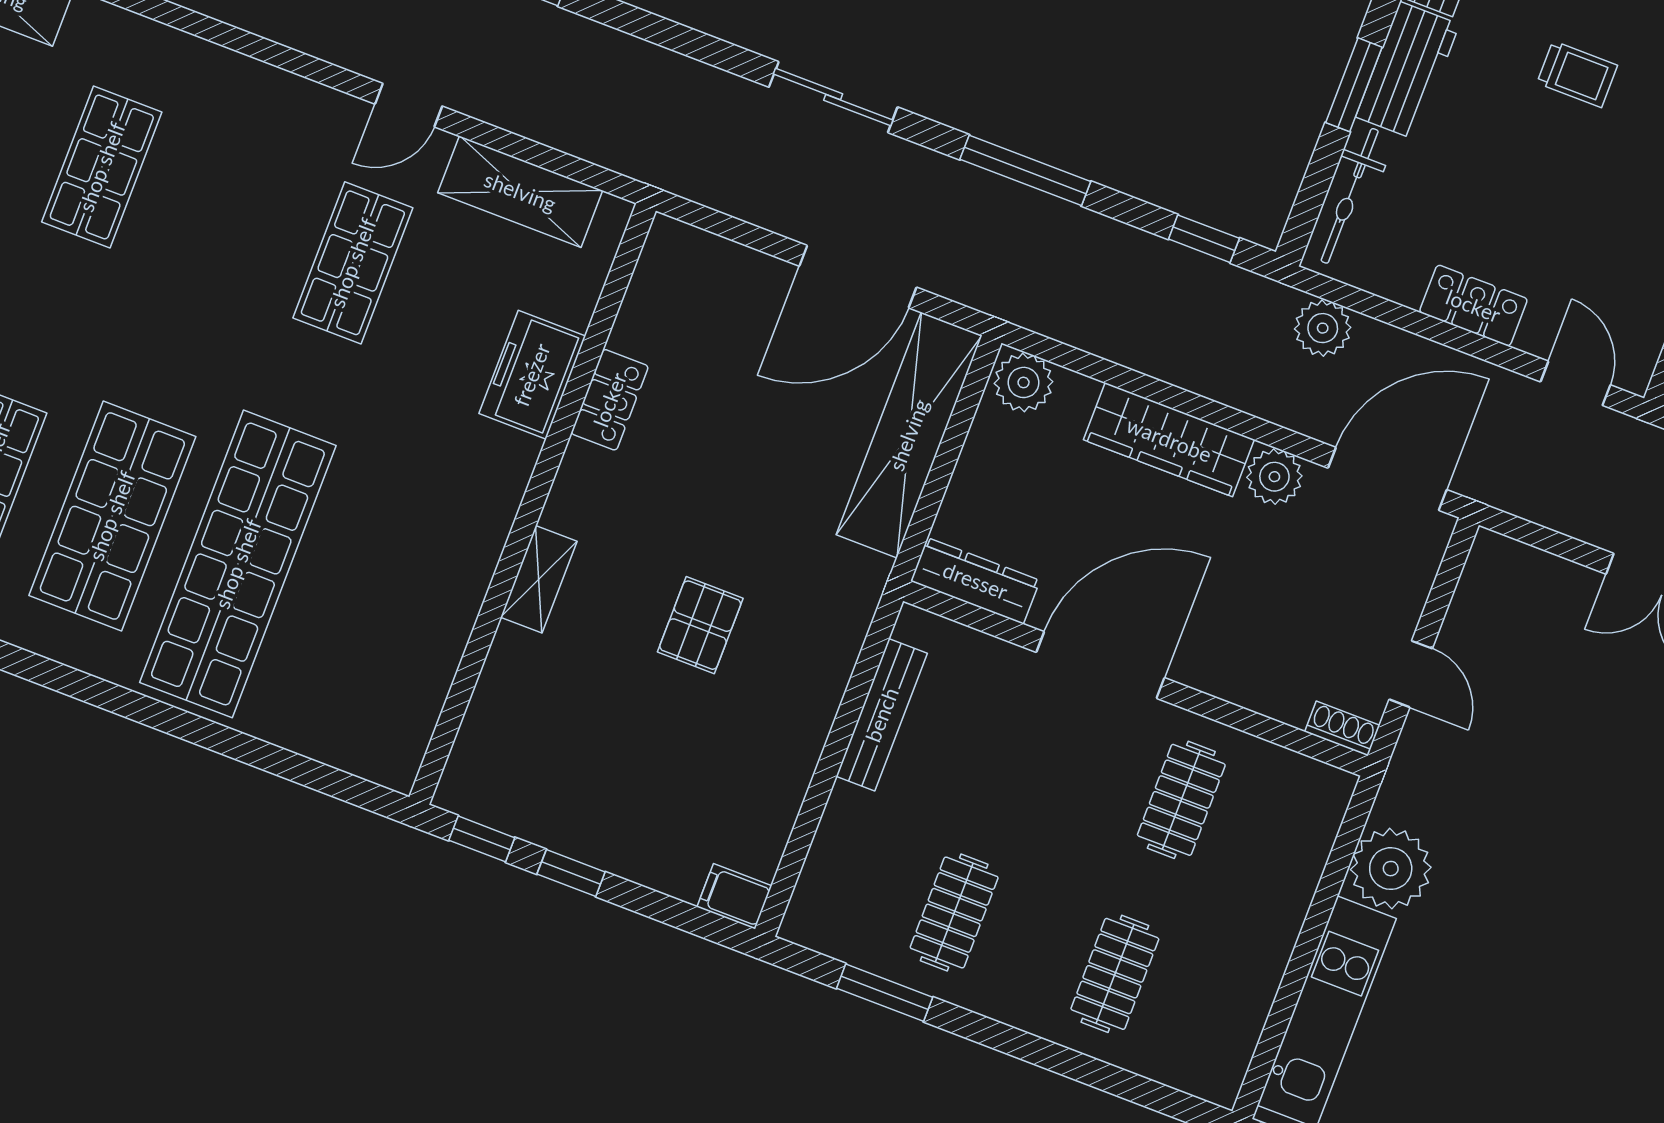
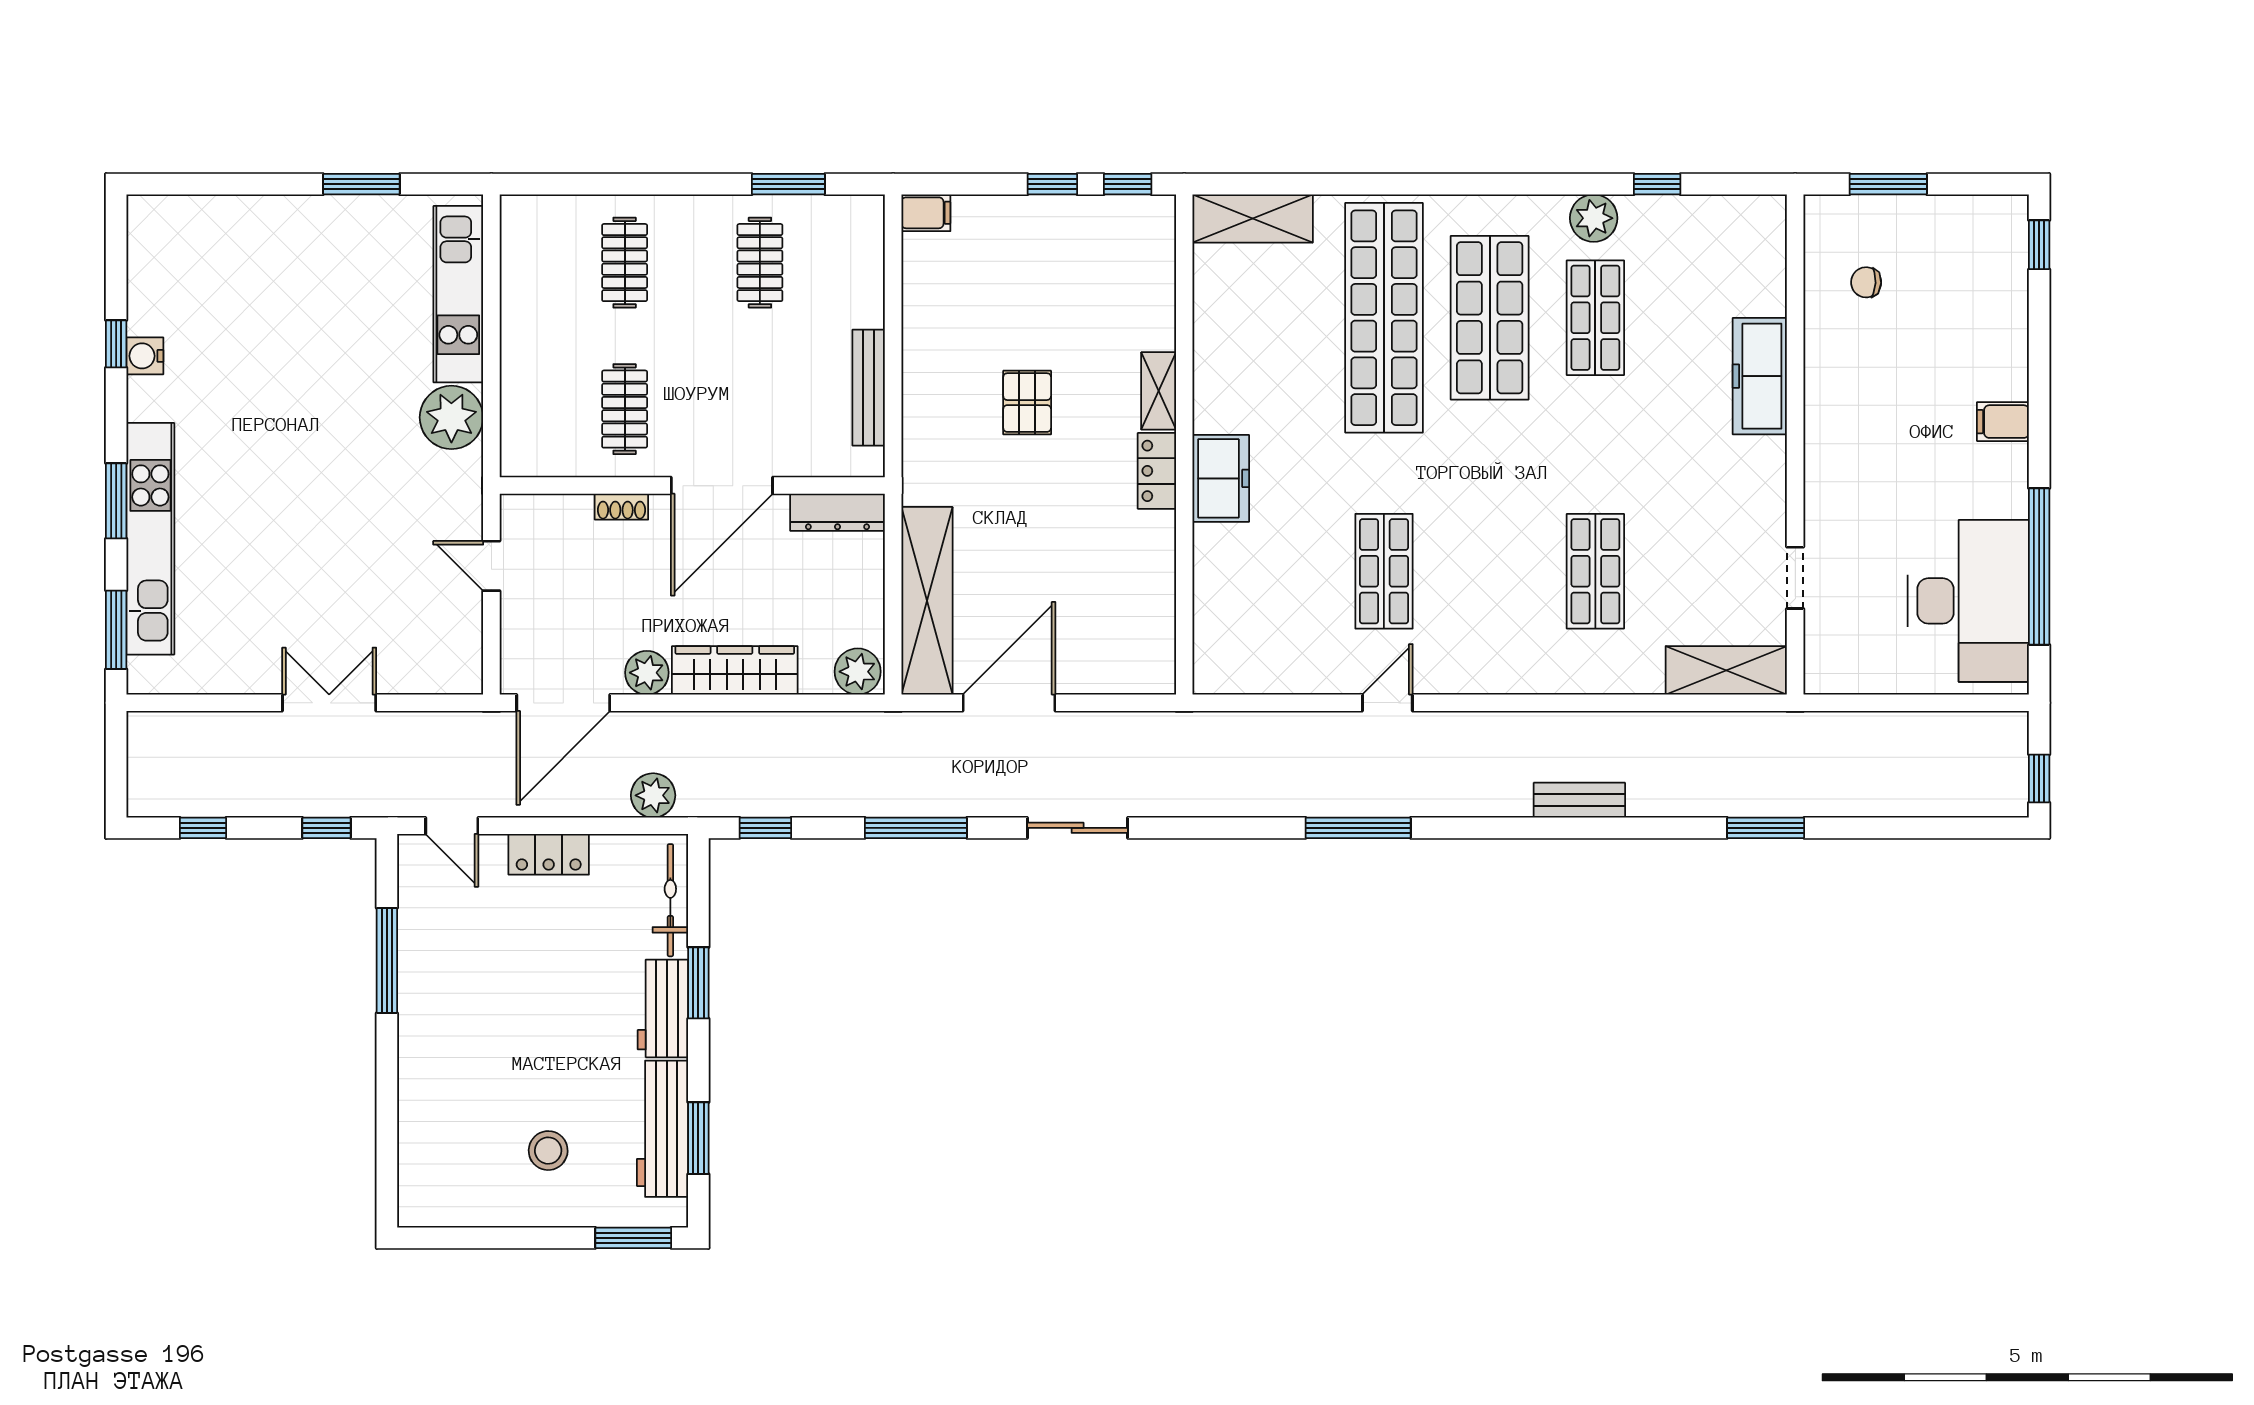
trolley: (1577, 74) -> (537, 1053), removed
shelving: (520, 192) -> (1253, 219), moved
freezer: (532, 375) -> (1221, 478), moved
locker: (610, 400) -> (1157, 471), moved
shoe rack: (1342, 729) -> (621, 507), moved

